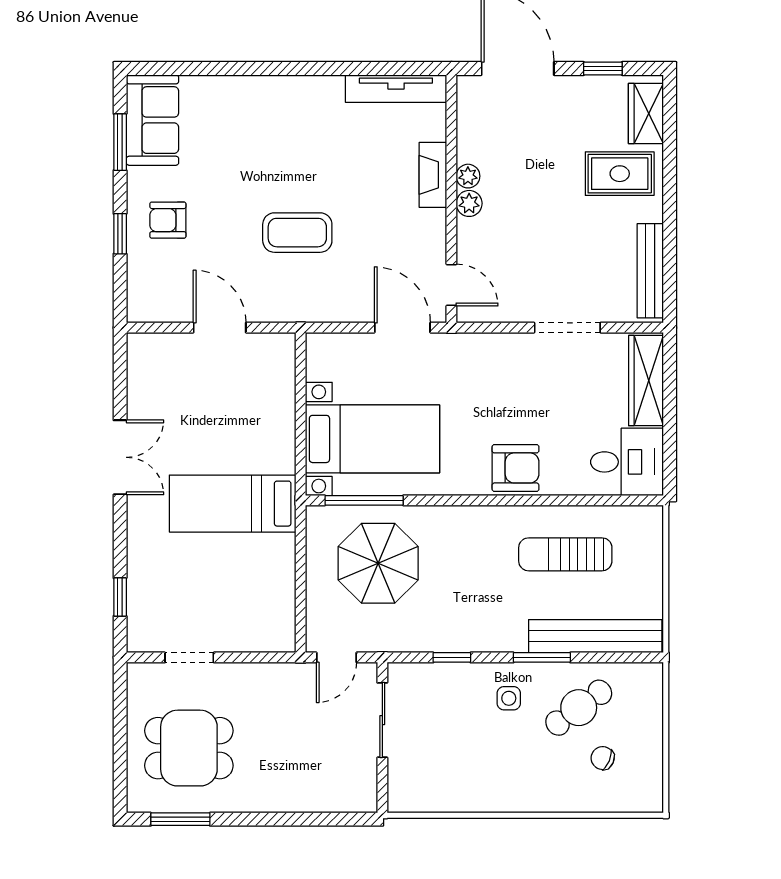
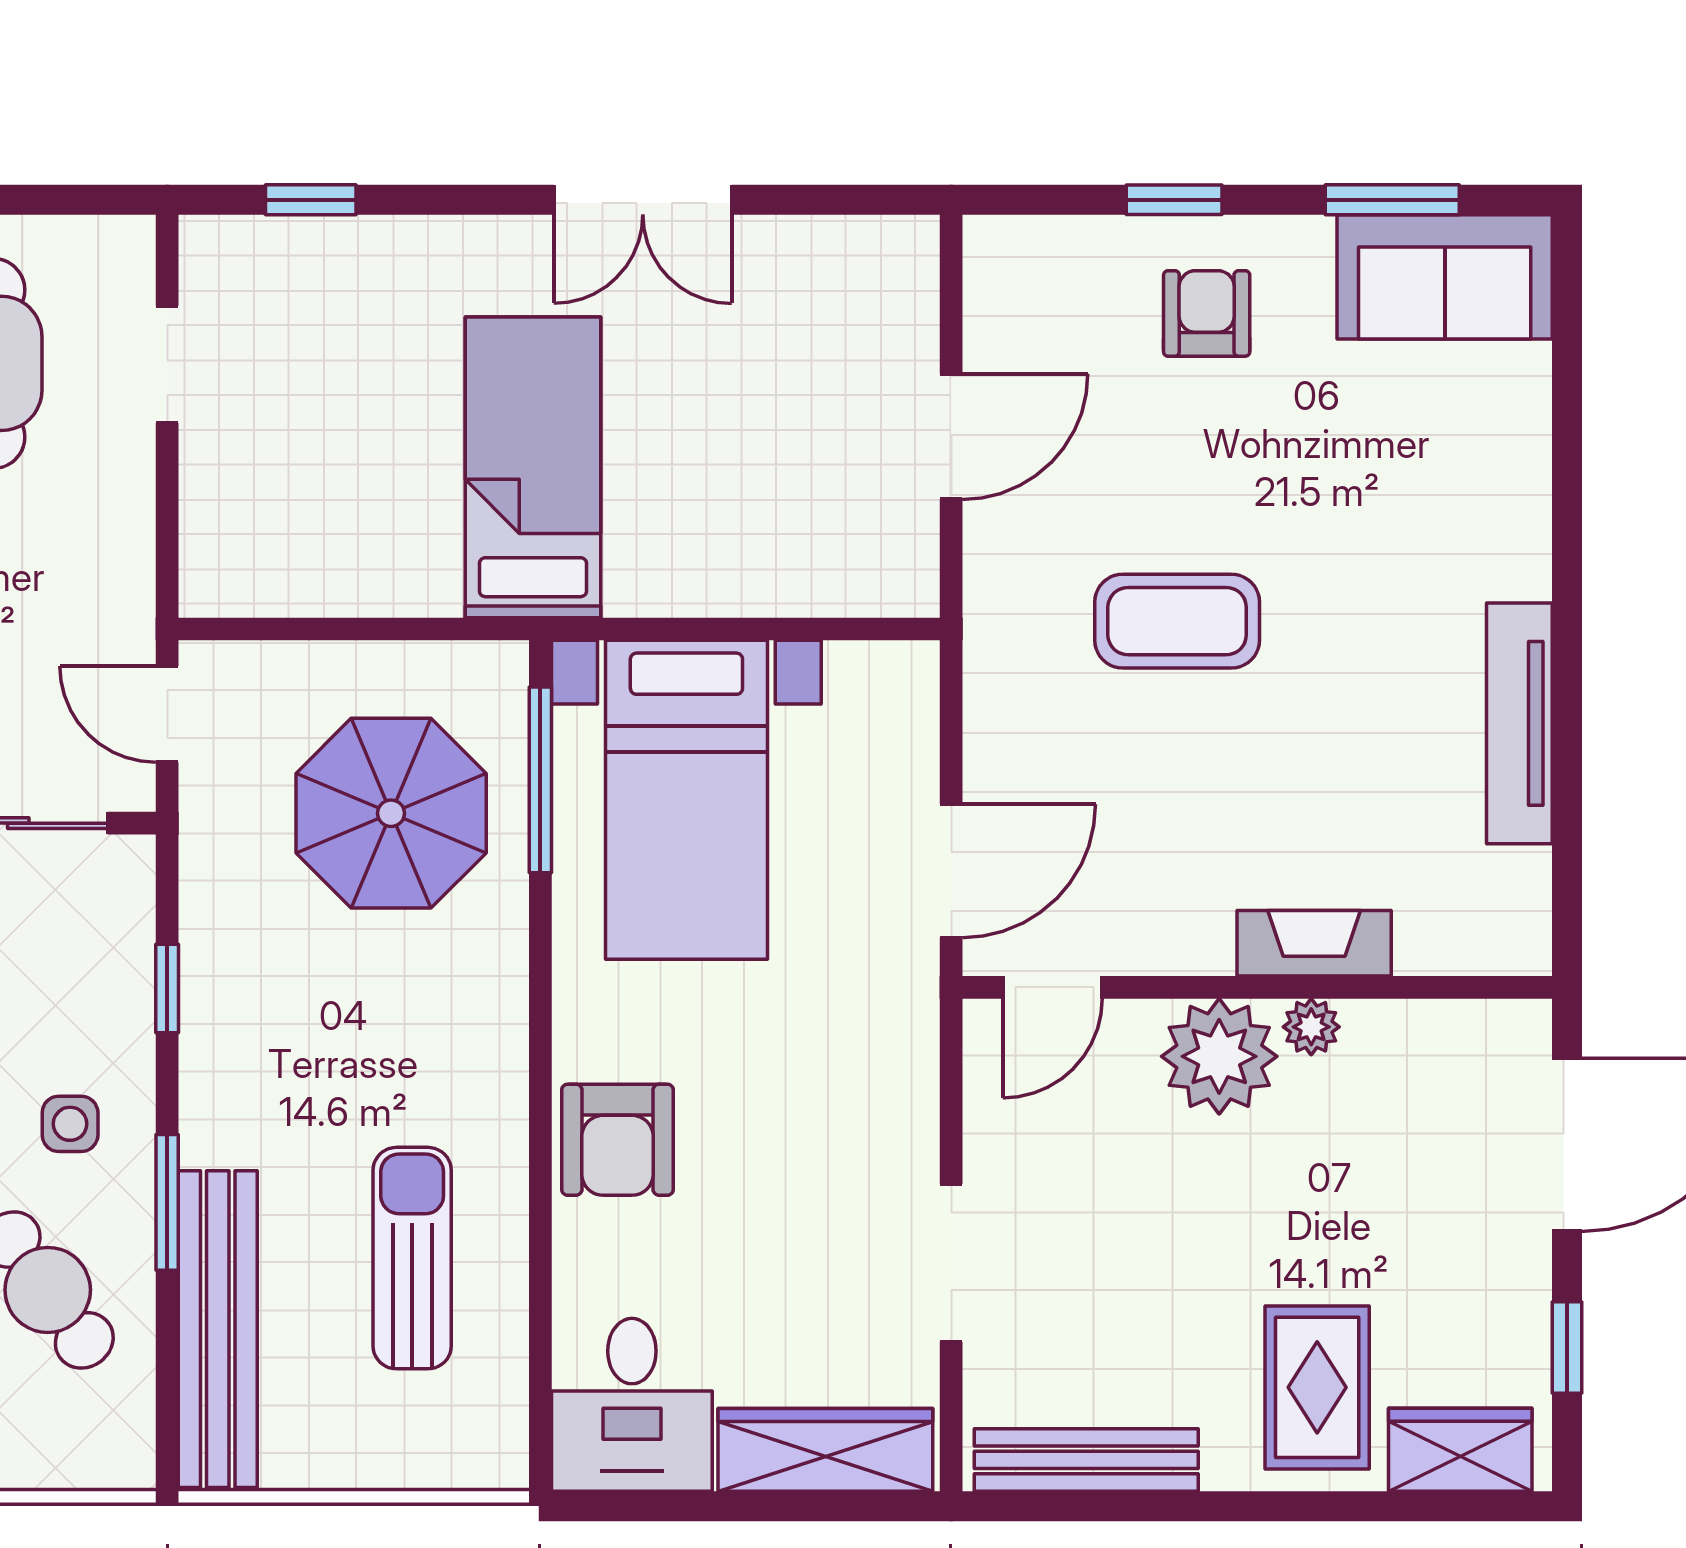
tv unit: (396, 89) -> (1519, 723), moved
plant: (469, 203) -> (1219, 1056), width x1.88, depth x1.88
coffee table: (297, 233) -> (1177, 621), turned 90

